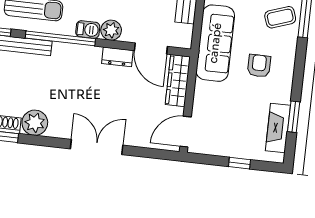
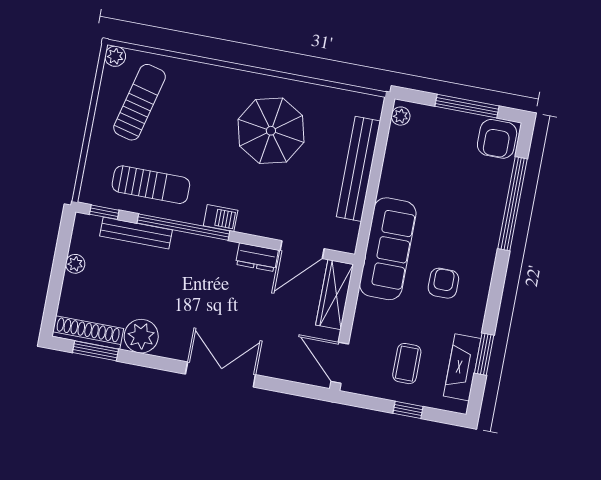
coffee table: (280, 17) -> (407, 364), moved, turned -71
plant: (111, 30) -> (251, 221), removed
door: (151, 49) -> (302, 250), hinge flipped
door: (186, 132) -> (340, 363), hinge flipped

